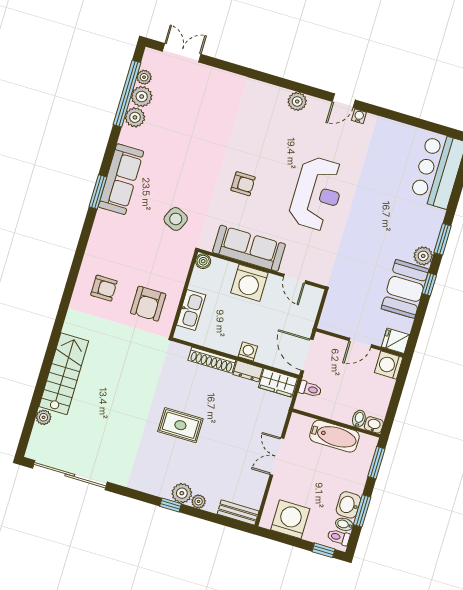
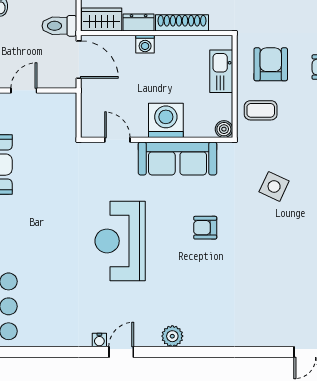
side table: (176, 219) -> (274, 186), moved
coffee table: (168, 268) -> (261, 110), added
toilet: (310, 389) -> (59, 26), width x1.37, depth x1.39

